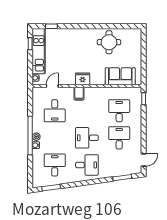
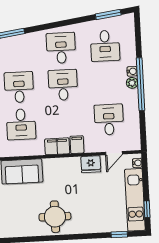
round table: (109, 42) -> (55, 217), moved
fridge: (83, 79) -> (91, 164), moved
filing cabinet: (93, 93) -> (57, 146), added
desk: (87, 138) -> (63, 85), turned -90
desk: (119, 138) -> (19, 87), turned 180
desk: (87, 165) -> (61, 48), turned 90

